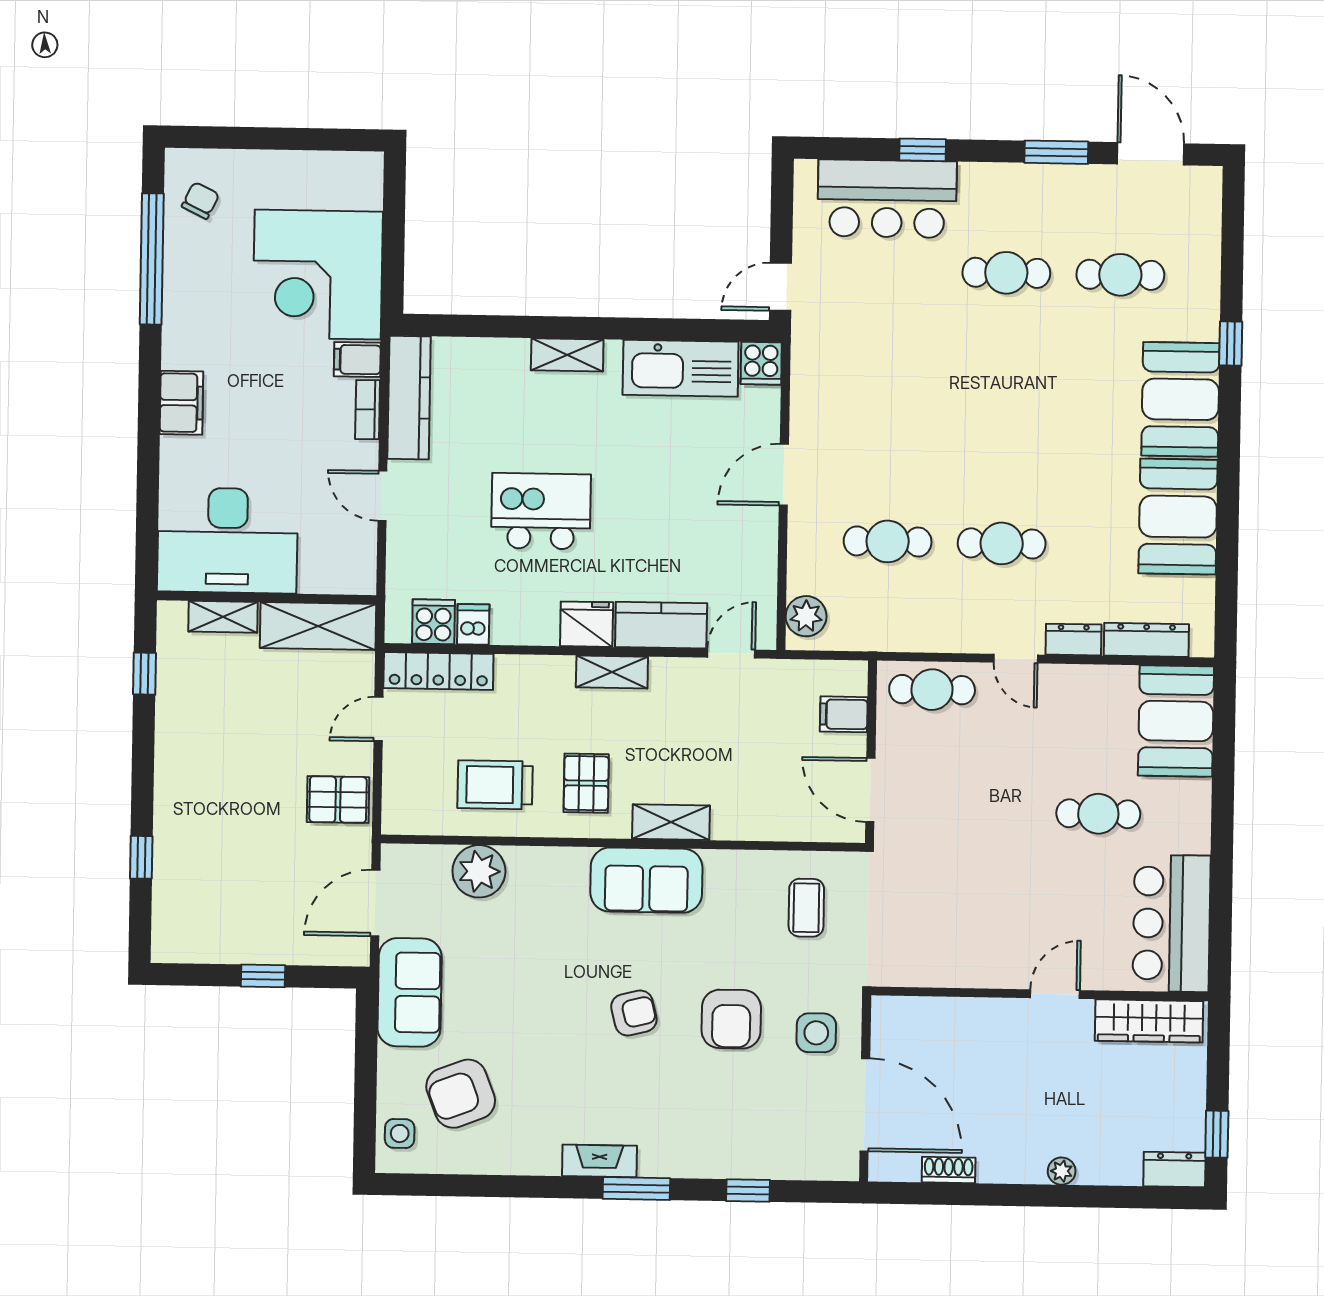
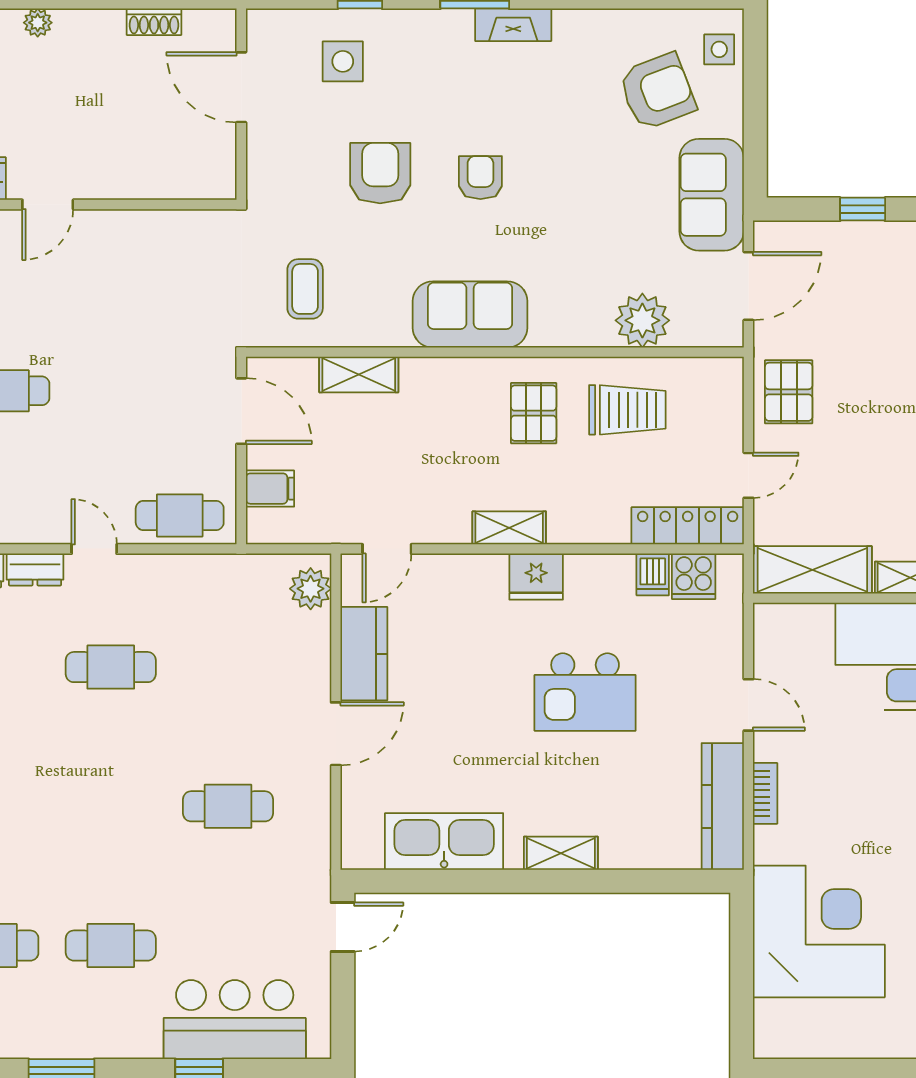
filing cabinet: (357, 360) -> (777, 845), removed
cooker: (761, 363) -> (361, 848), removed
cafe table: (888, 541) -> (228, 806), moved
kitchen counter: (661, 625) -> (364, 654), moved, turned -90
pallet: (338, 800) -> (789, 392), turned 90
shelving: (671, 822) -> (359, 374), moved
armchair: (634, 1013) -> (480, 178), turned 104
side table: (816, 1033) -> (343, 61), moved
door: (865, 1105) -> (241, 87), width x0.73

